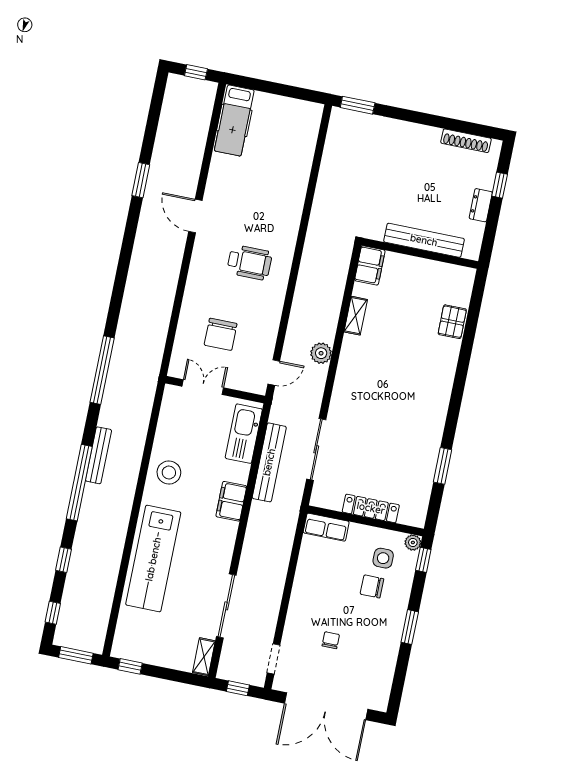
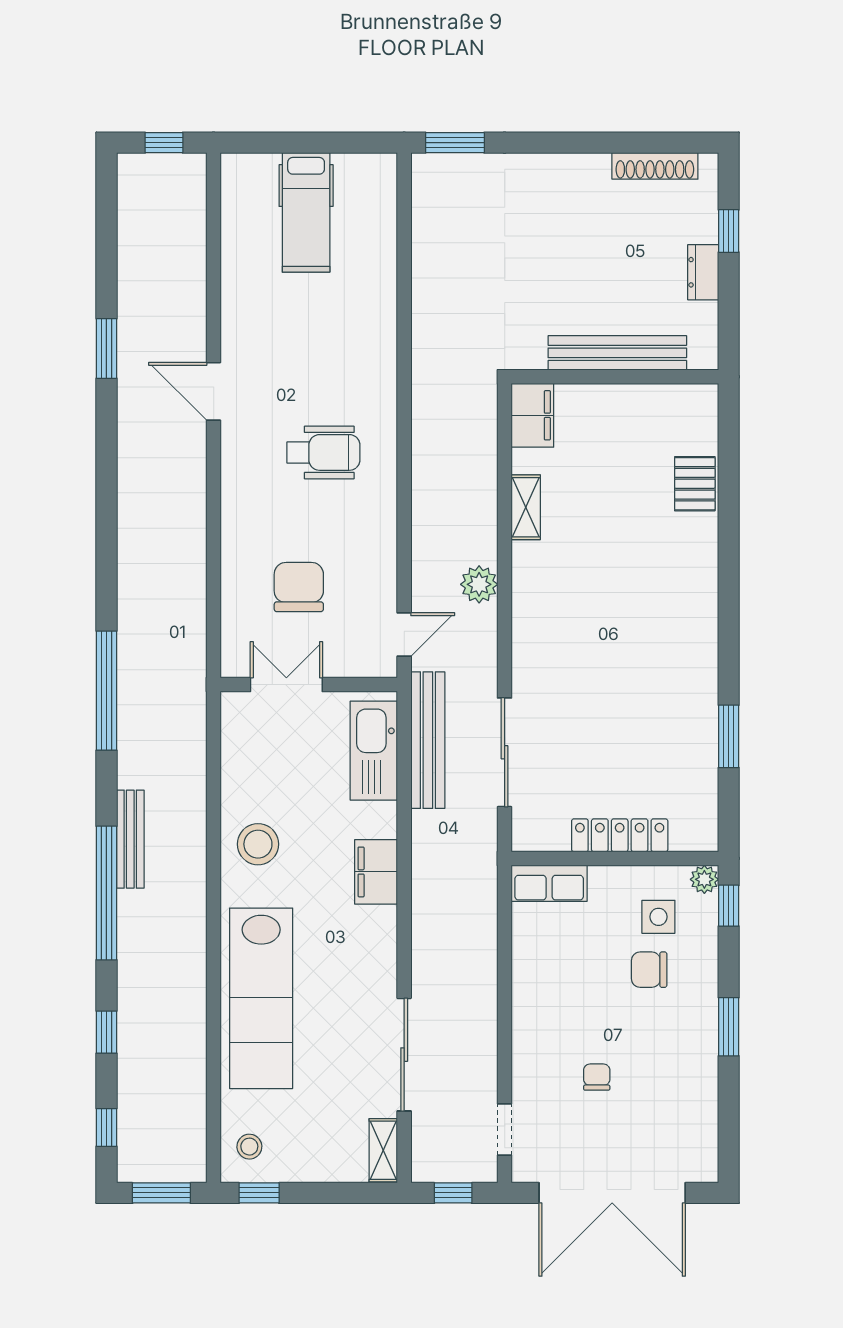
hospital bed: (234, 120) -> (306, 212), moved
chair: (221, 334) -> (299, 587), turned 180
bench: (269, 462) -> (428, 740), moved
stool: (130, 640) -> (249, 1147), added

